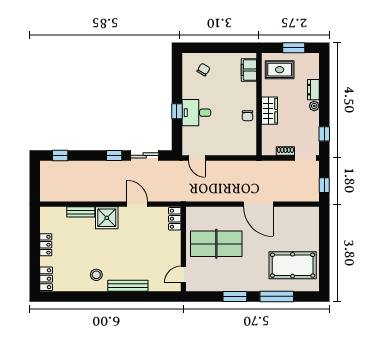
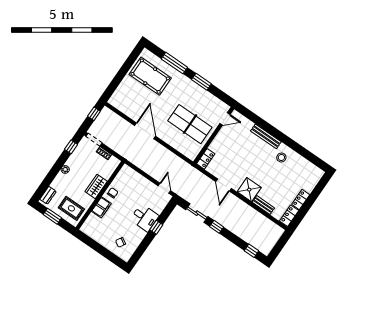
filing cabinet: (249, 70) -> (101, 207), moved
dresser: (313, 90) -> (48, 195), moved
locker: (46, 279) -> (289, 216), moved

